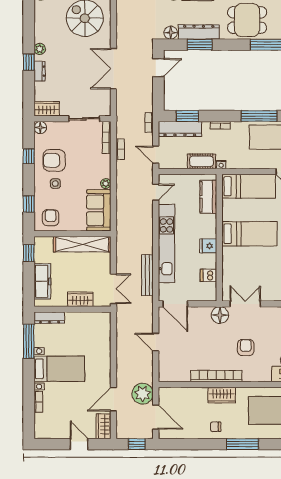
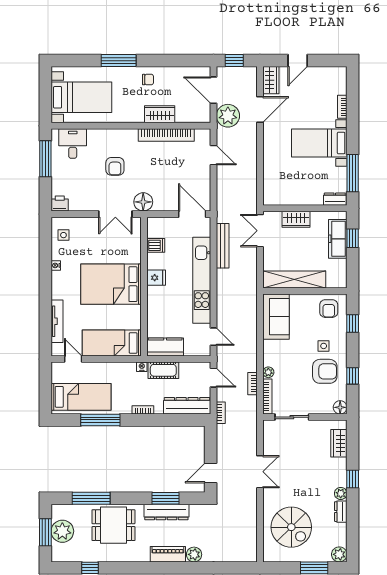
floor lamp: (171, 33) -> (197, 511), removed
double door: (113, 69) -> (260, 472), width x0.73
dresser: (40, 71) -> (341, 512), moved
wardrobe: (47, 109) -> (339, 443), moved, turned 90
window: (187, 116) -> (179, 420), removed
plant: (106, 183) -> (268, 372), moved
door: (156, 192) -> (214, 337), swing flipped
kitchen counter: (208, 197) -> (165, 347), moved, turned -90
bed: (249, 234) -> (111, 284), width x1.50
window: (29, 253) -> (353, 238), moved
dresser: (50, 318) -> (335, 199), width x0.70
door: (156, 342) -> (214, 155), moved
bookcase: (216, 376) -> (166, 135), moved
wardrobe: (222, 395) -> (160, 114), moved
door: (79, 444) -> (298, 61), hinge flipped

